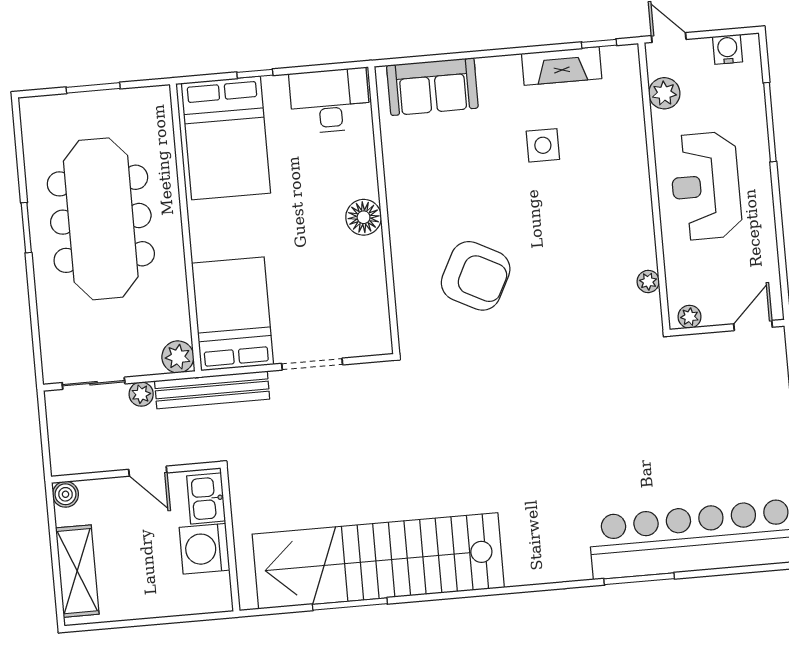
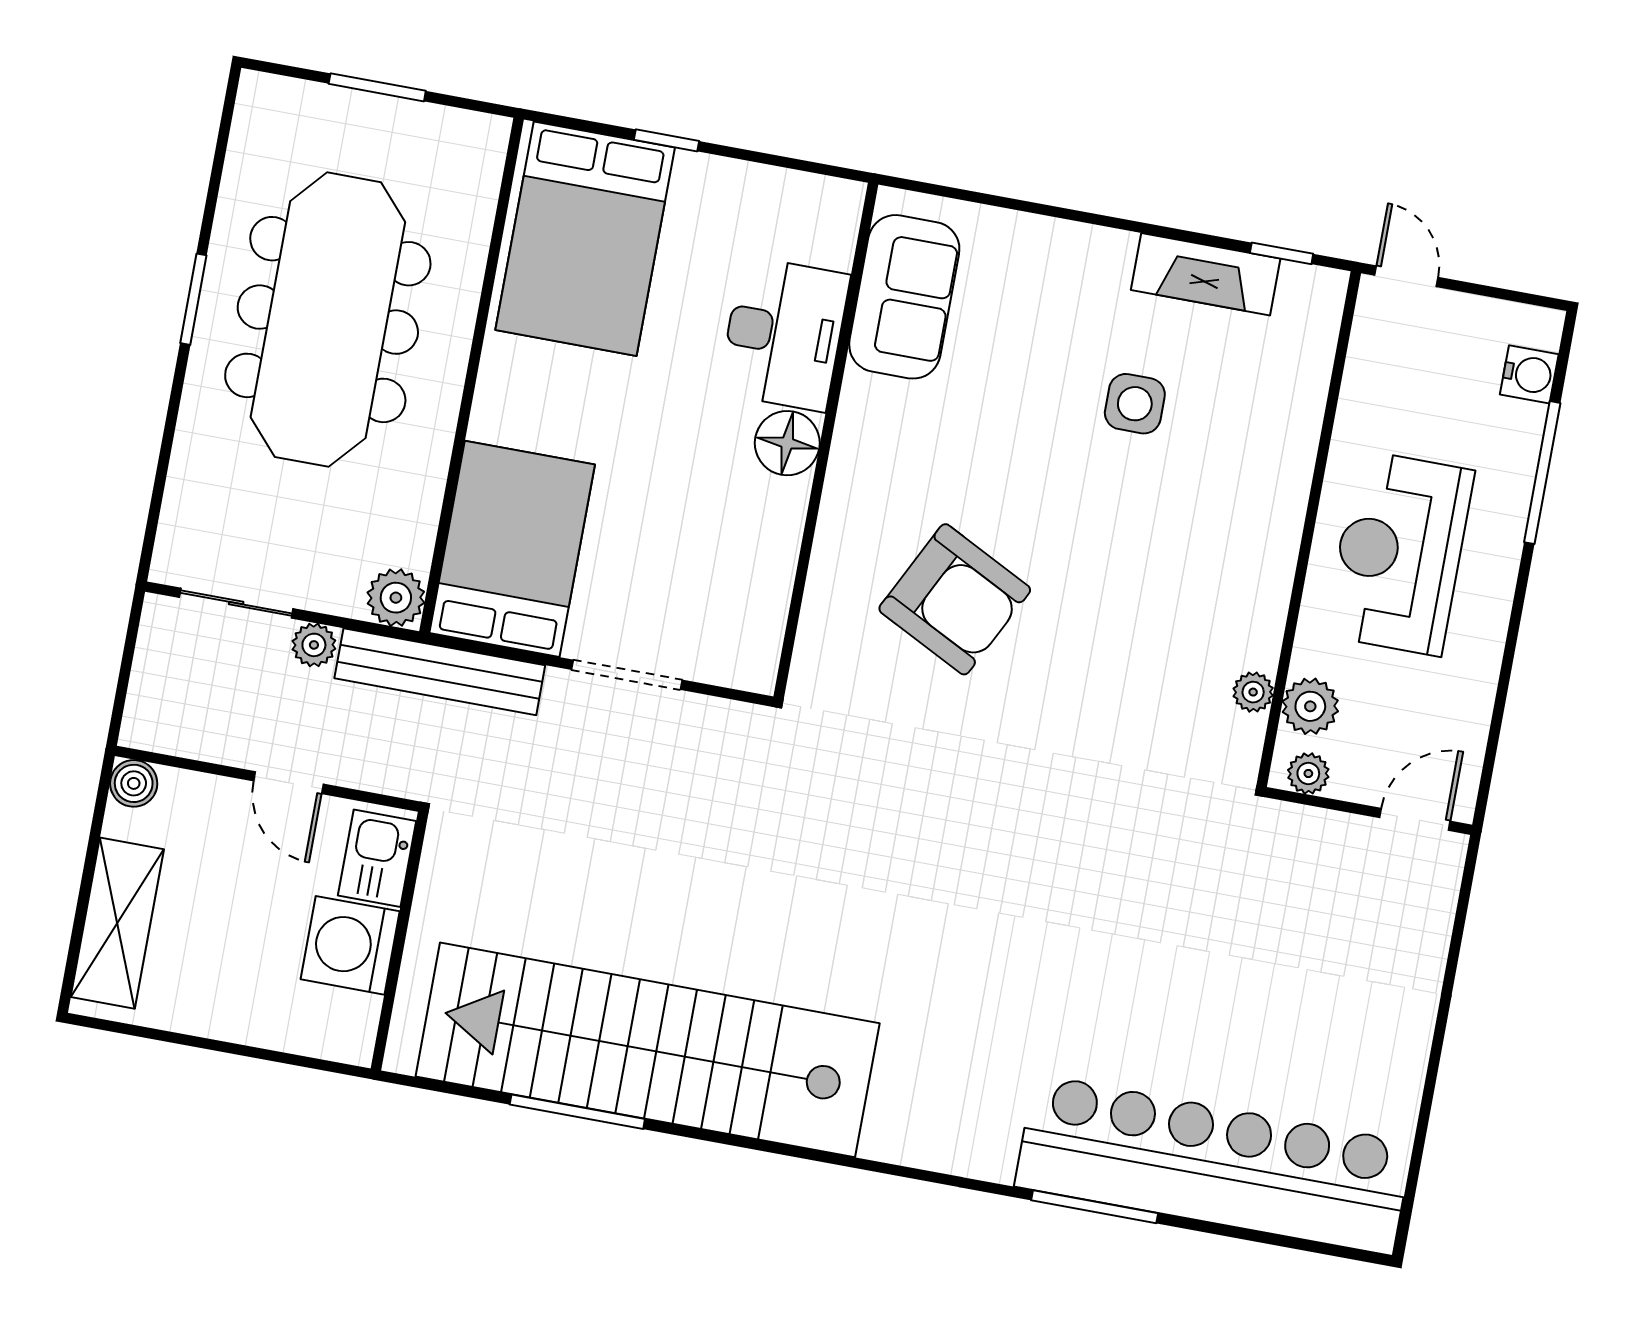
water cooler: (728, 49) -> (1529, 374), moved, turned 90
sofa: (432, 87) -> (904, 297), moved, turned -90
plant: (664, 93) -> (1310, 706), moved
desk: (330, 101) -> (784, 334), moved, turned 90

